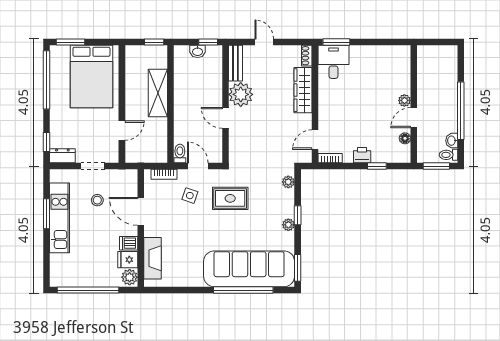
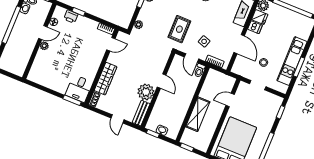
printer: (362, 155) -> (71, 17), moved
dresser: (62, 156) -> (274, 99), removed
rug: (230, 198) -> (179, 29), turned 90

